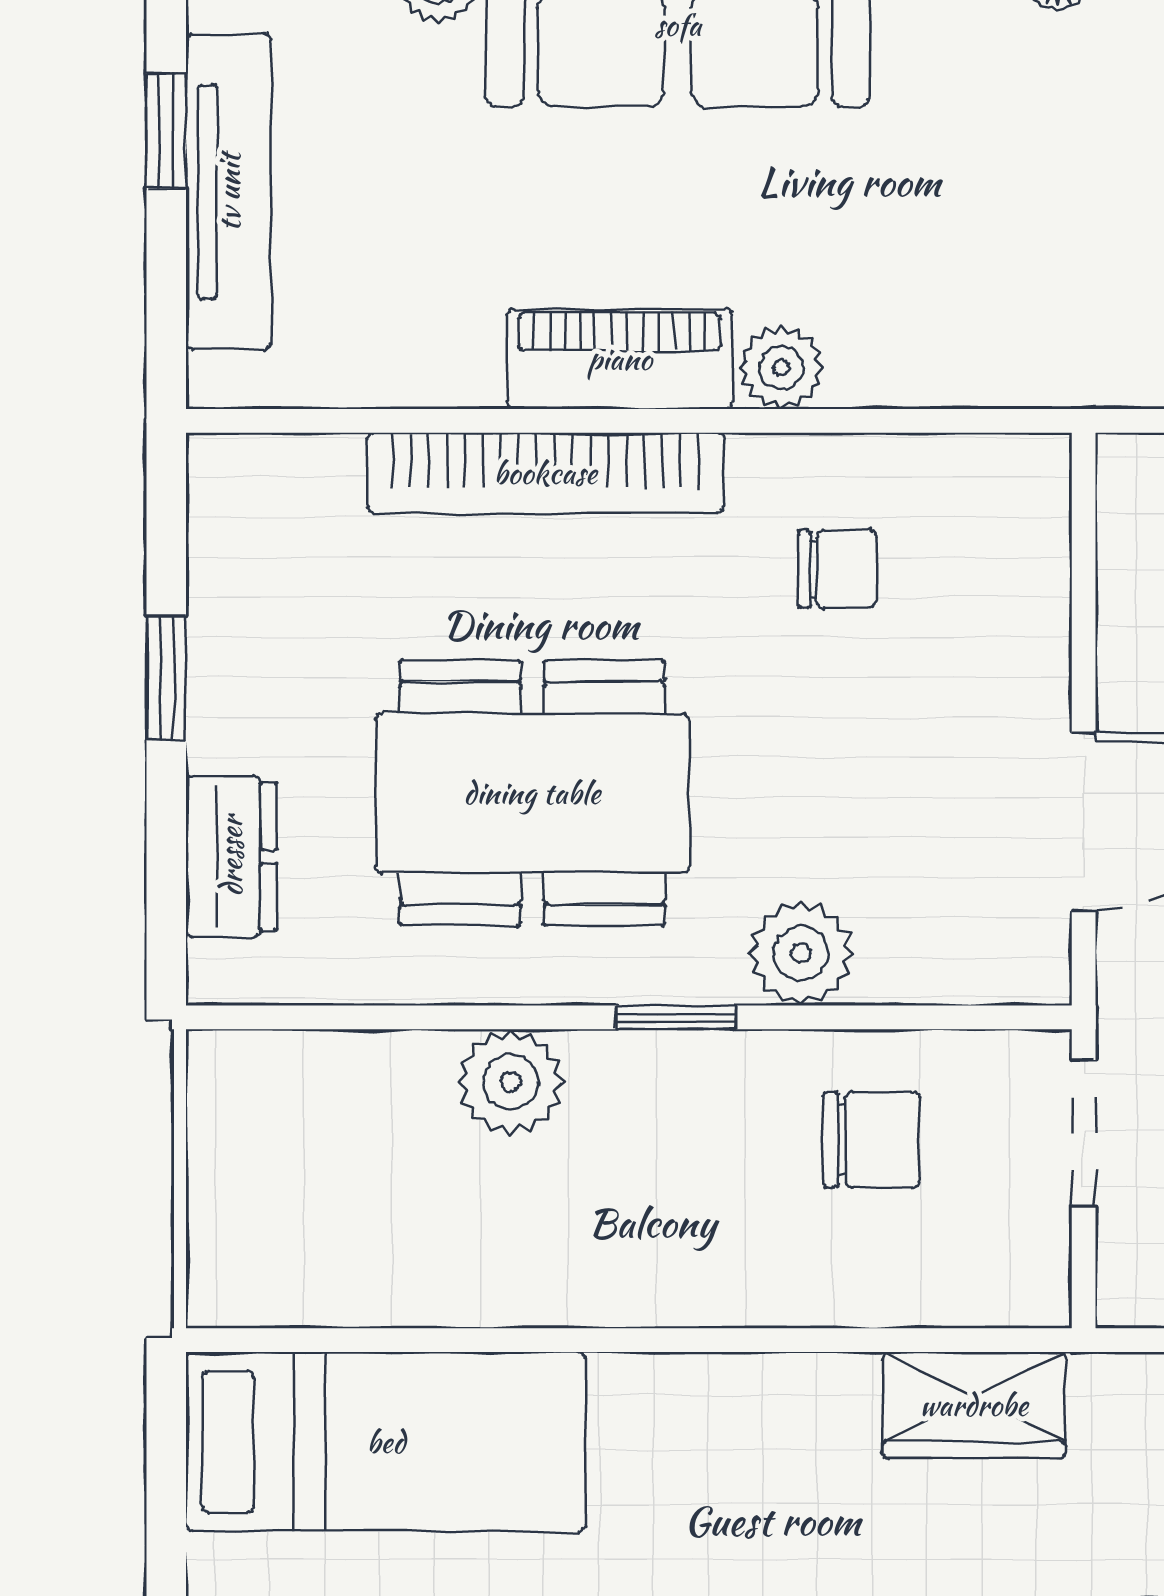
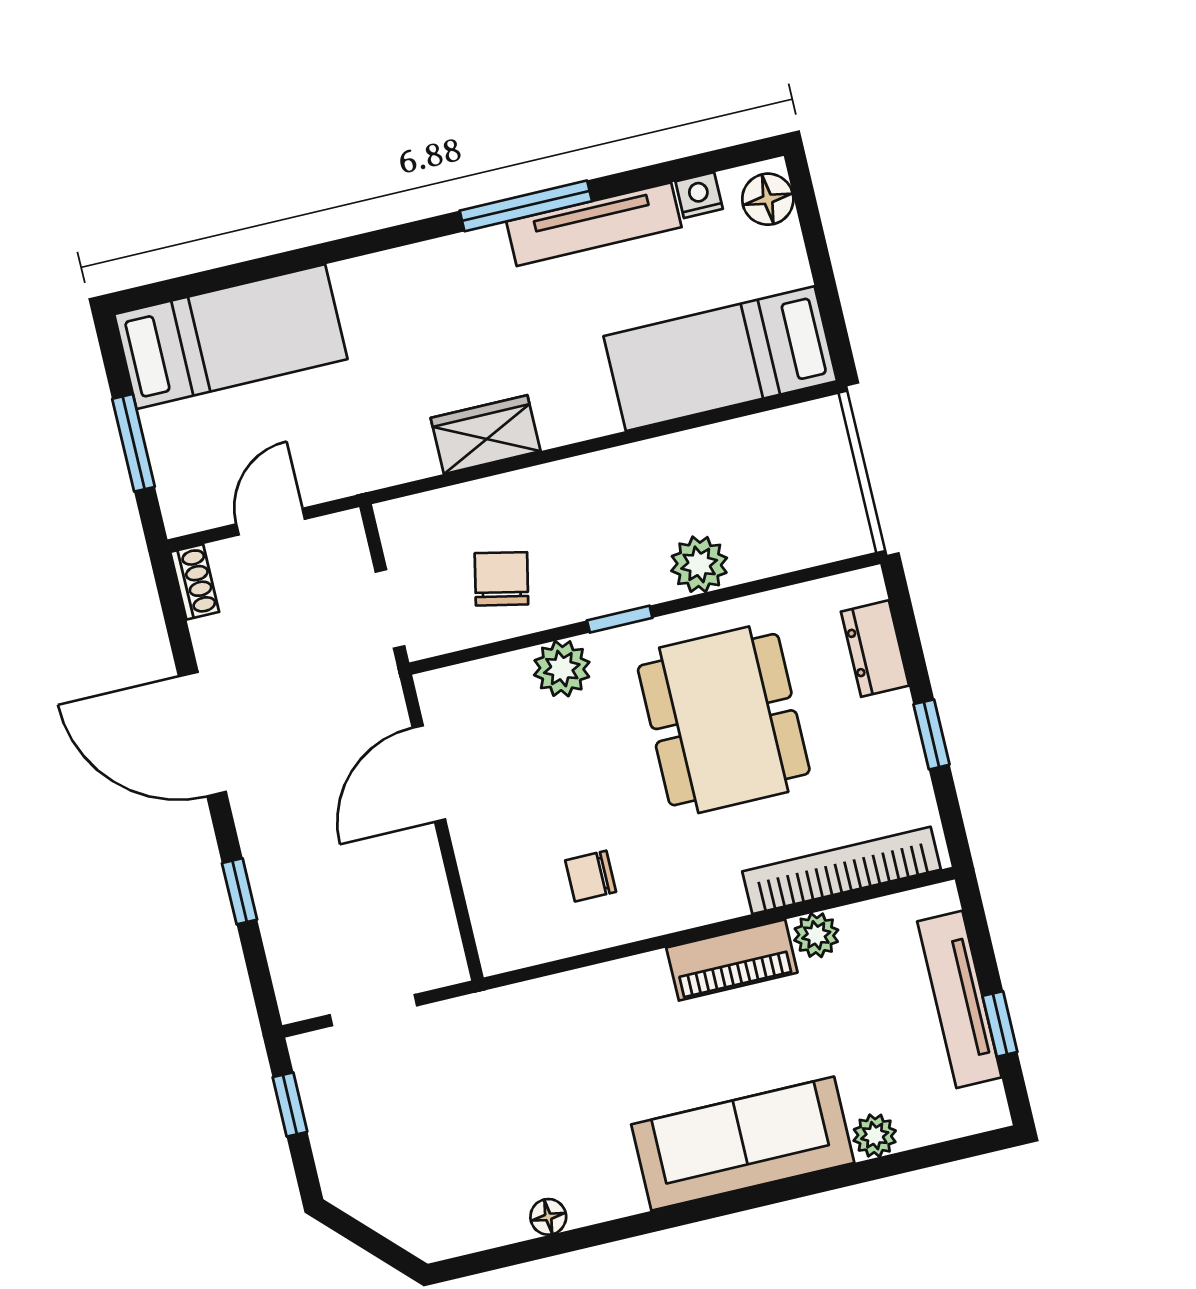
plant: (781, 368) -> (816, 935), moved
bookcase: (545, 473) -> (841, 870), moved
dining table: (532, 793) -> (724, 720), turned 90
chair: (871, 1140) -> (501, 579), turned 102
wardrobe: (974, 1405) -> (486, 435), moved

